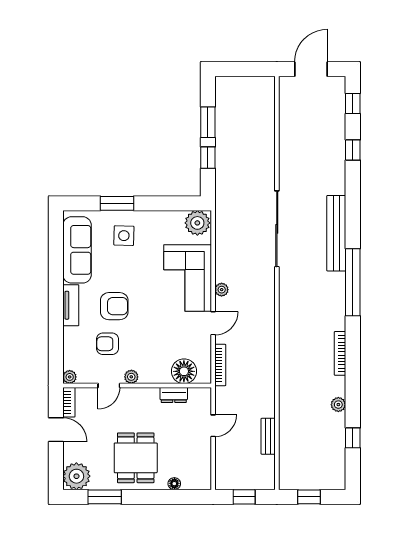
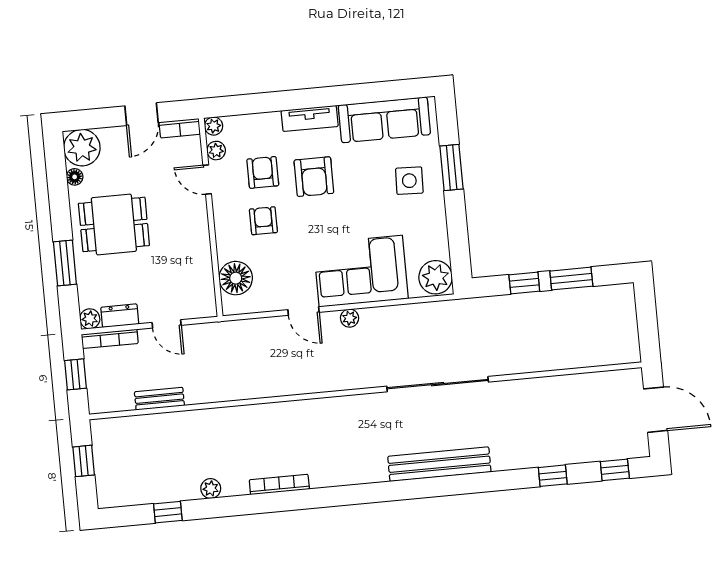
window: (353, 282) -> (376, 492), removed
armchair: (143, 347) -> (263, 221), added
bookcase: (220, 365) -> (110, 339), moved
plant: (131, 377) -> (216, 151), moved
dresser: (174, 395) -> (120, 316), moved, turned 90
plant: (204, 482) -> (90, 319), added
floor lamp: (174, 484) -> (75, 177), moved
window: (105, 497) -> (65, 263), moved

